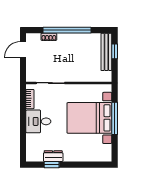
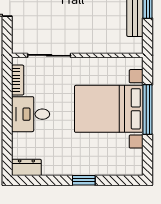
dresser: (53, 156) -> (26, 167), moved
window: (52, 165) -> (84, 180), moved

